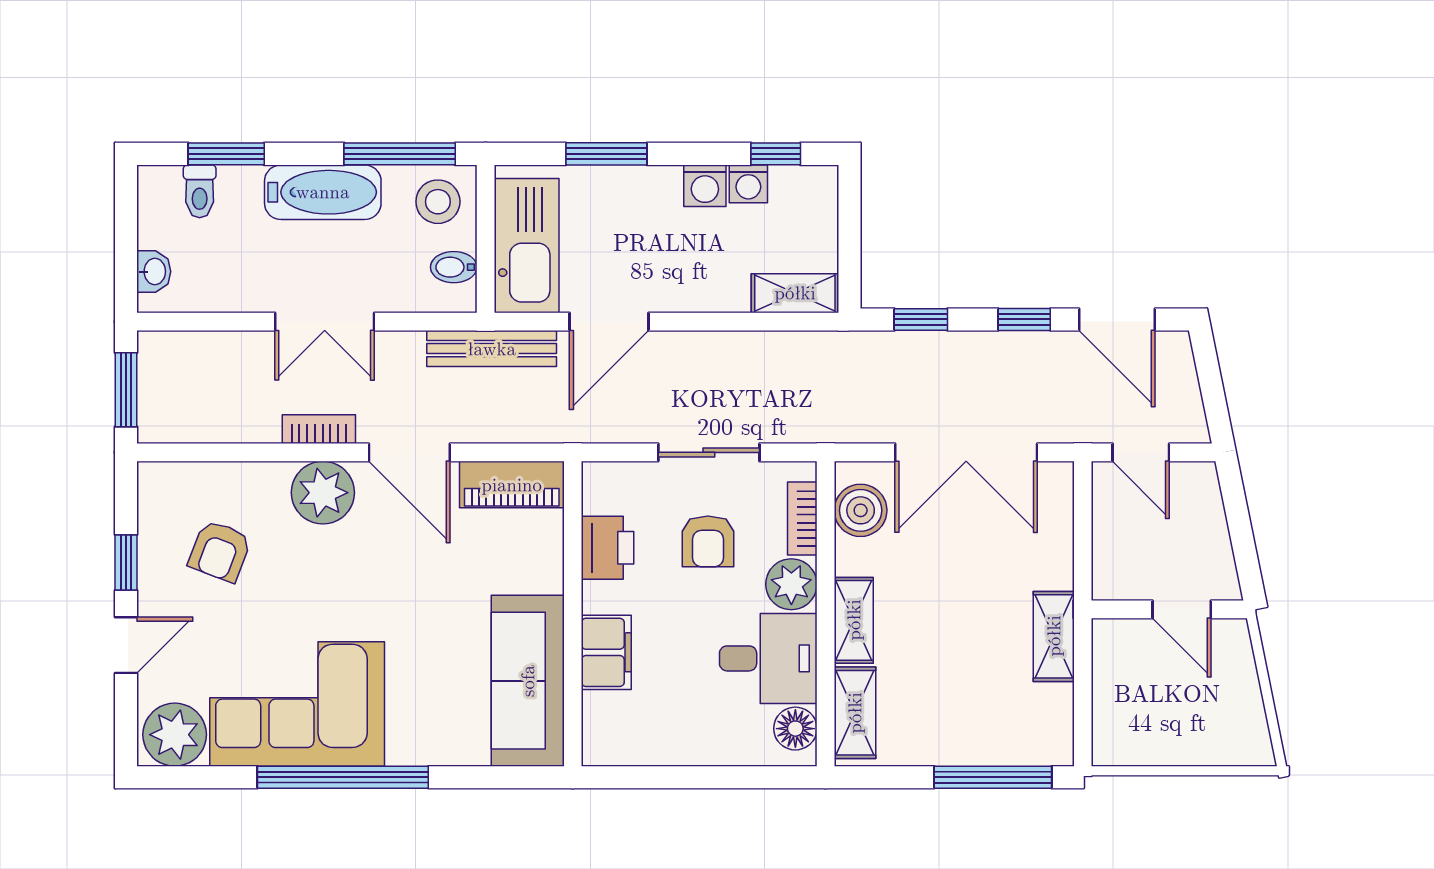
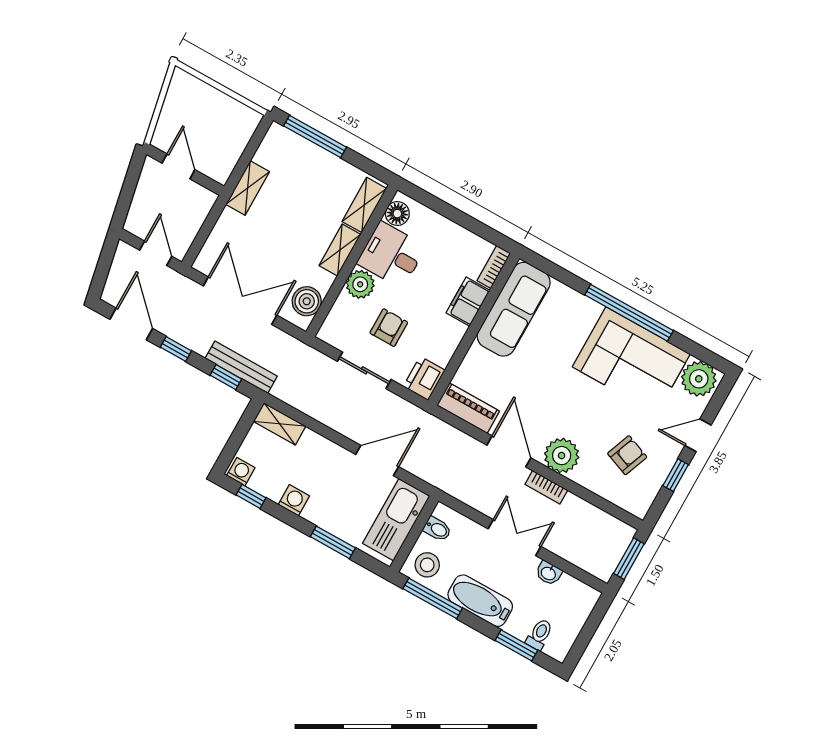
washing machine: (748, 184) -> (241, 472), moved
washbasin: (154, 272) -> (549, 573), moved, turned -90
bench: (492, 349) -> (241, 367), moved
bookcase: (802, 519) -> (494, 267), moved, turned 180
printer: (608, 548) -> (424, 378), moved

